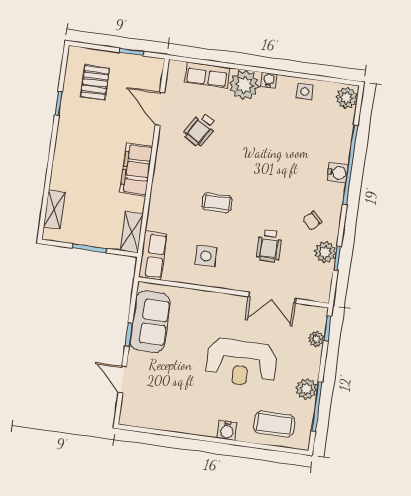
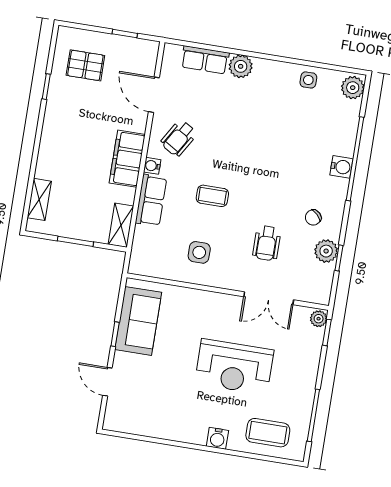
water cooler: (269, 80) -> (152, 166), moved, turned -90
pallet: (95, 83) -> (85, 65), turned 90
plant: (244, 85) -> (241, 66), width x0.73, depth x0.73
wheelchair: (200, 130) -> (179, 138), moved
row of seats: (153, 255) -> (151, 200), moved
plant: (316, 339) -> (319, 319), moved
plant: (306, 389) -> (303, 396), removed

